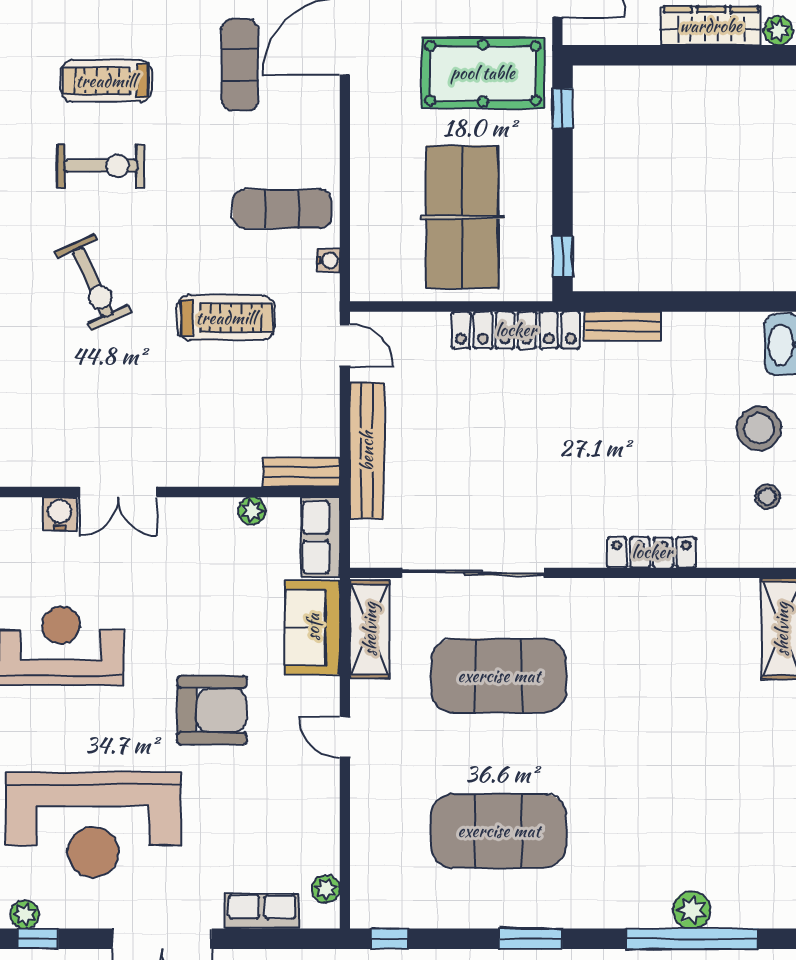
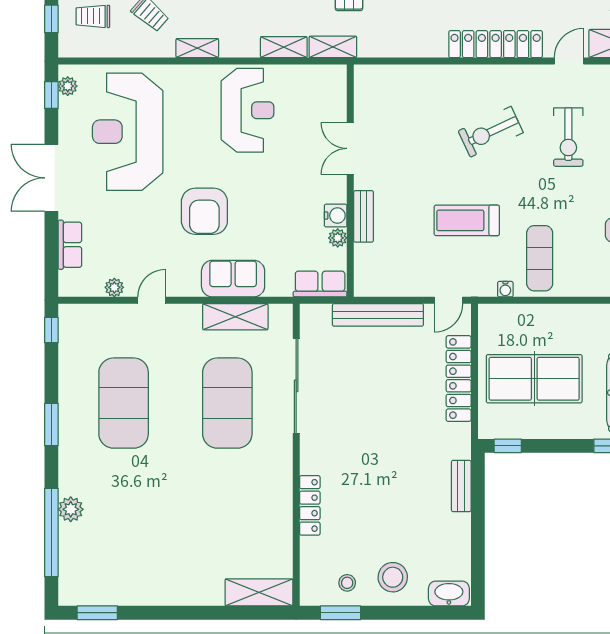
treadmill: (226, 318) -> (467, 220), turned 90
locker: (516, 330) -> (459, 379), moved
bench: (301, 472) -> (364, 216), moved
water cooler: (60, 514) -> (336, 216), moved
sofa: (313, 627) -> (233, 279), moved
shelving: (370, 629) -> (235, 317), moved
door: (345, 737) -> (152, 300), moved
plant: (326, 889) -> (114, 287), moved
plant: (692, 910) -> (71, 509), moved

